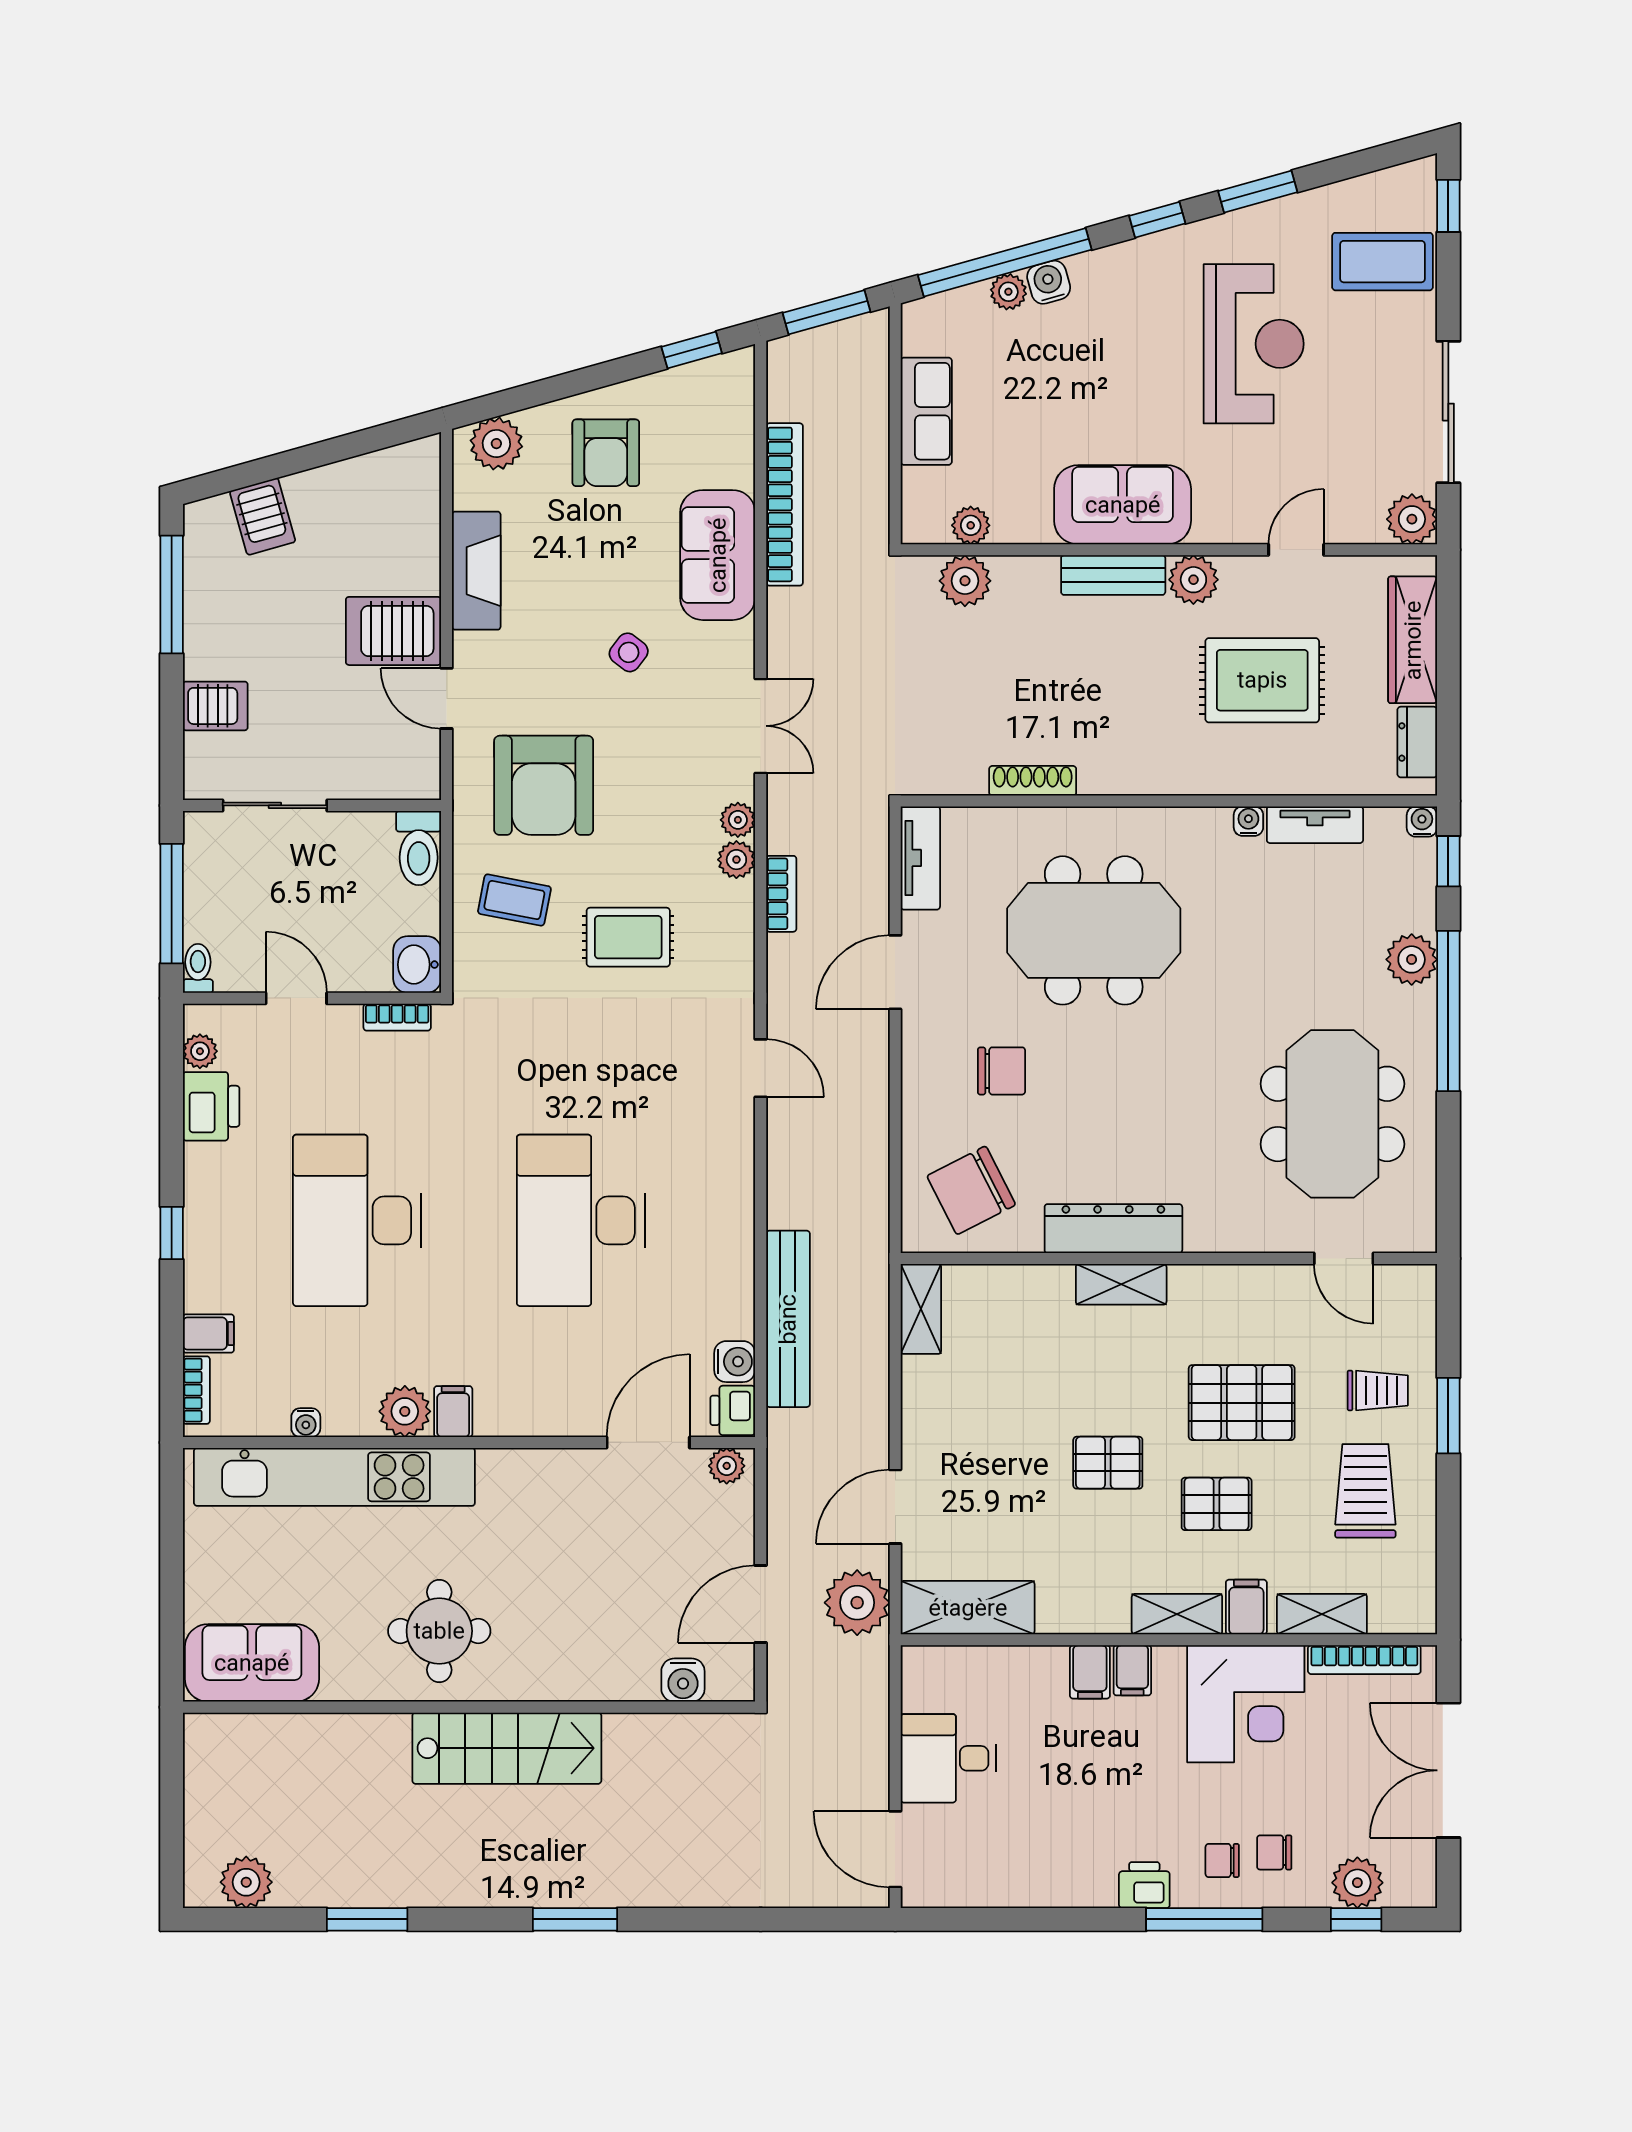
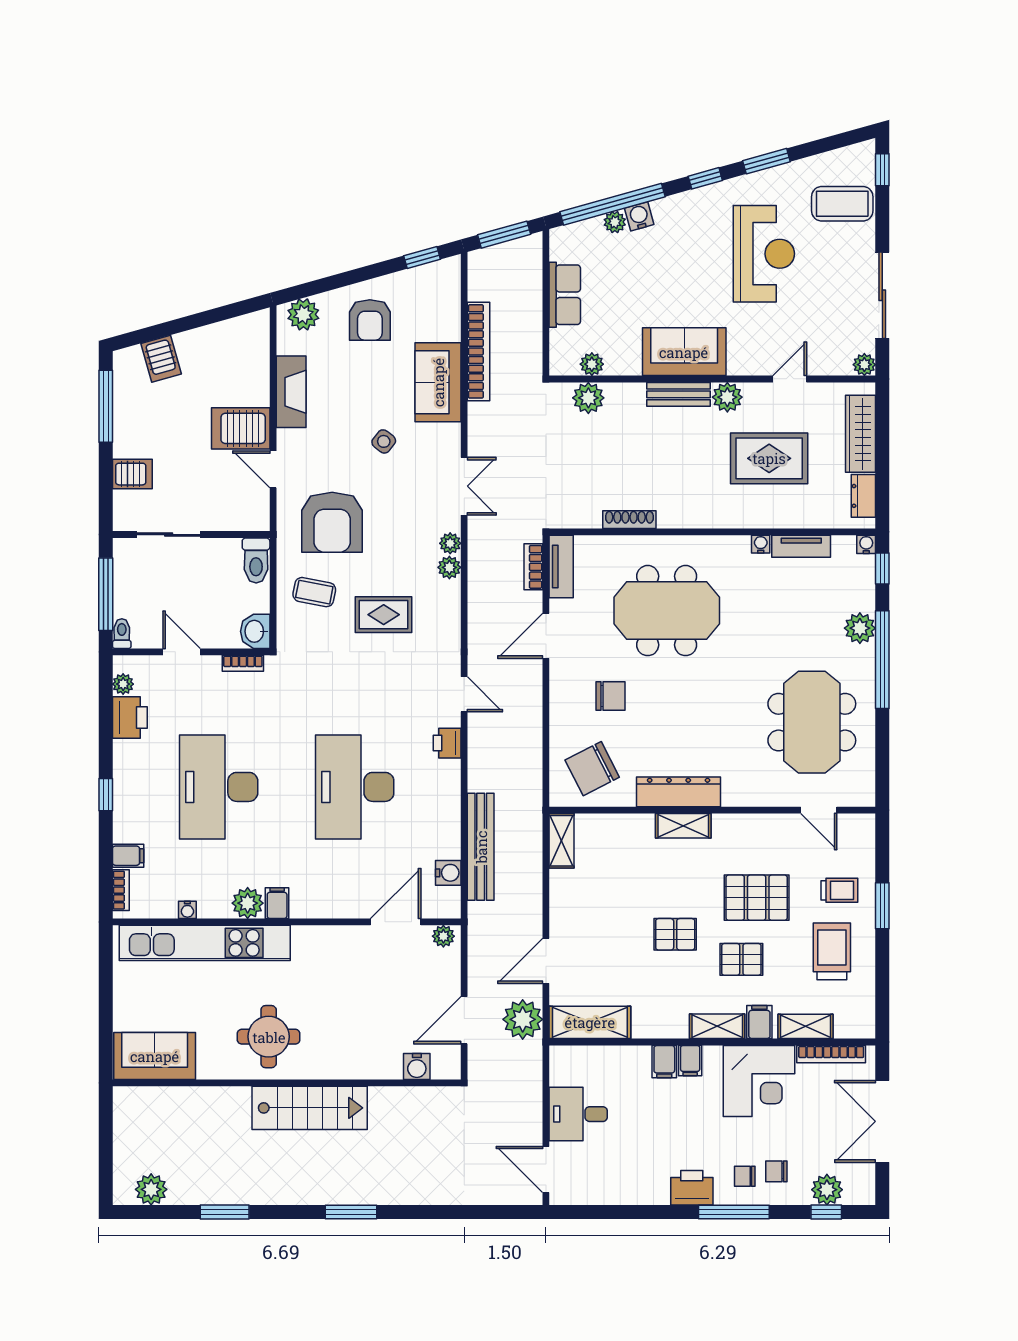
plant: (1412, 519) -> (864, 365), width x0.73, depth x0.73
bookcase: (781, 894) -> (533, 567), moved, turned 180
printer: (733, 1410) -> (447, 743), moved
printer: (1144, 1885) -> (692, 1188), width x1.36, depth x1.24

